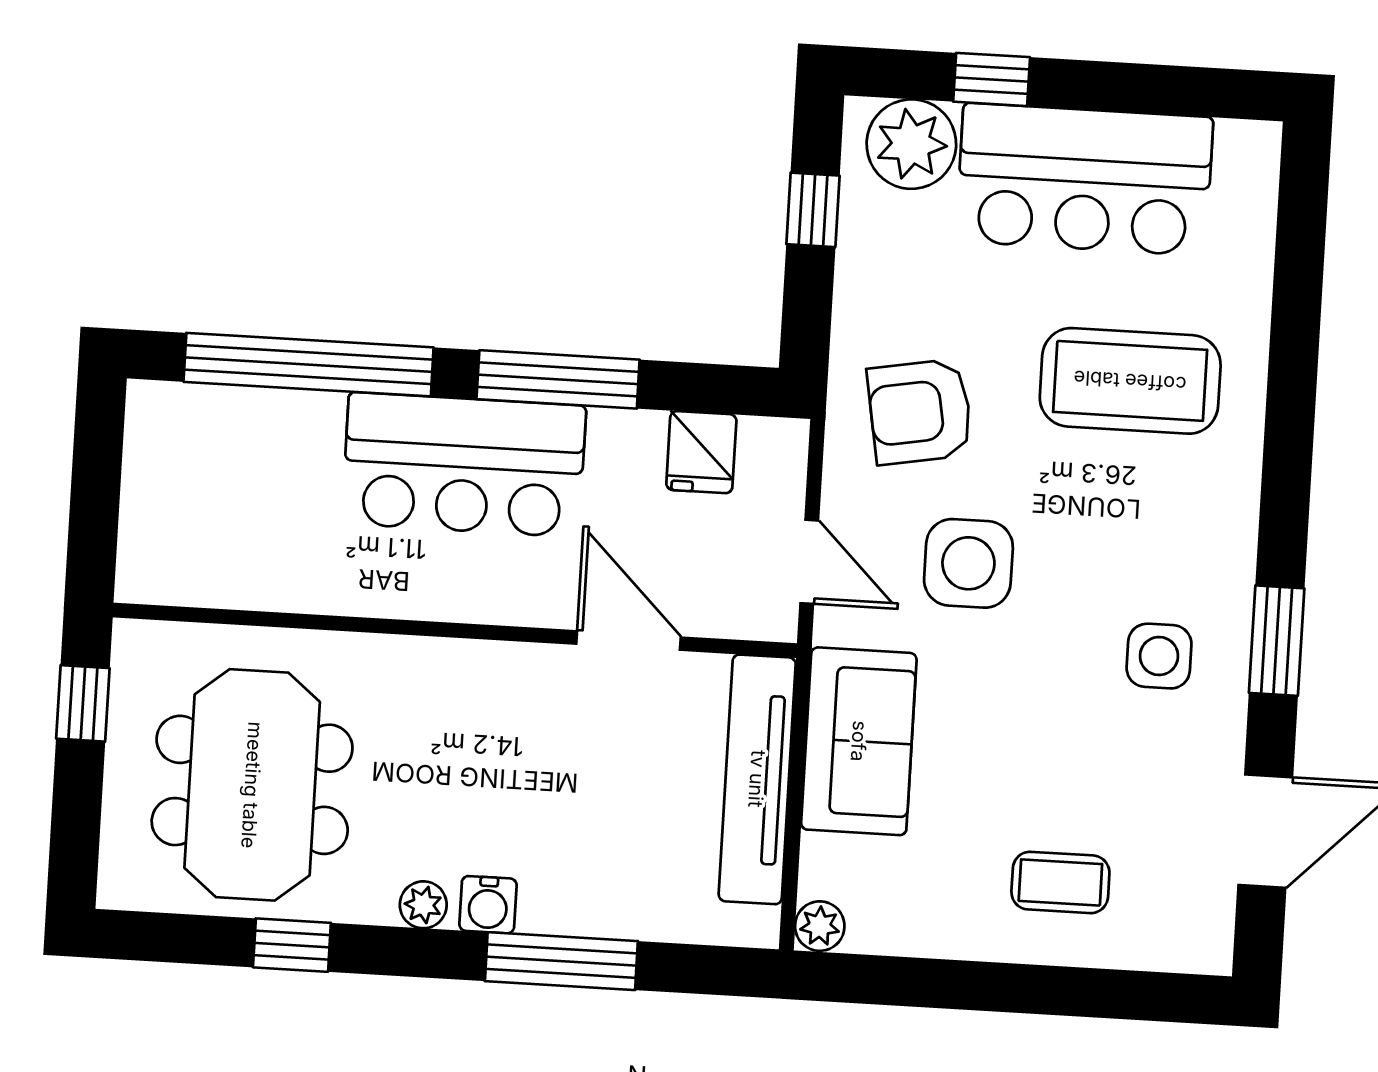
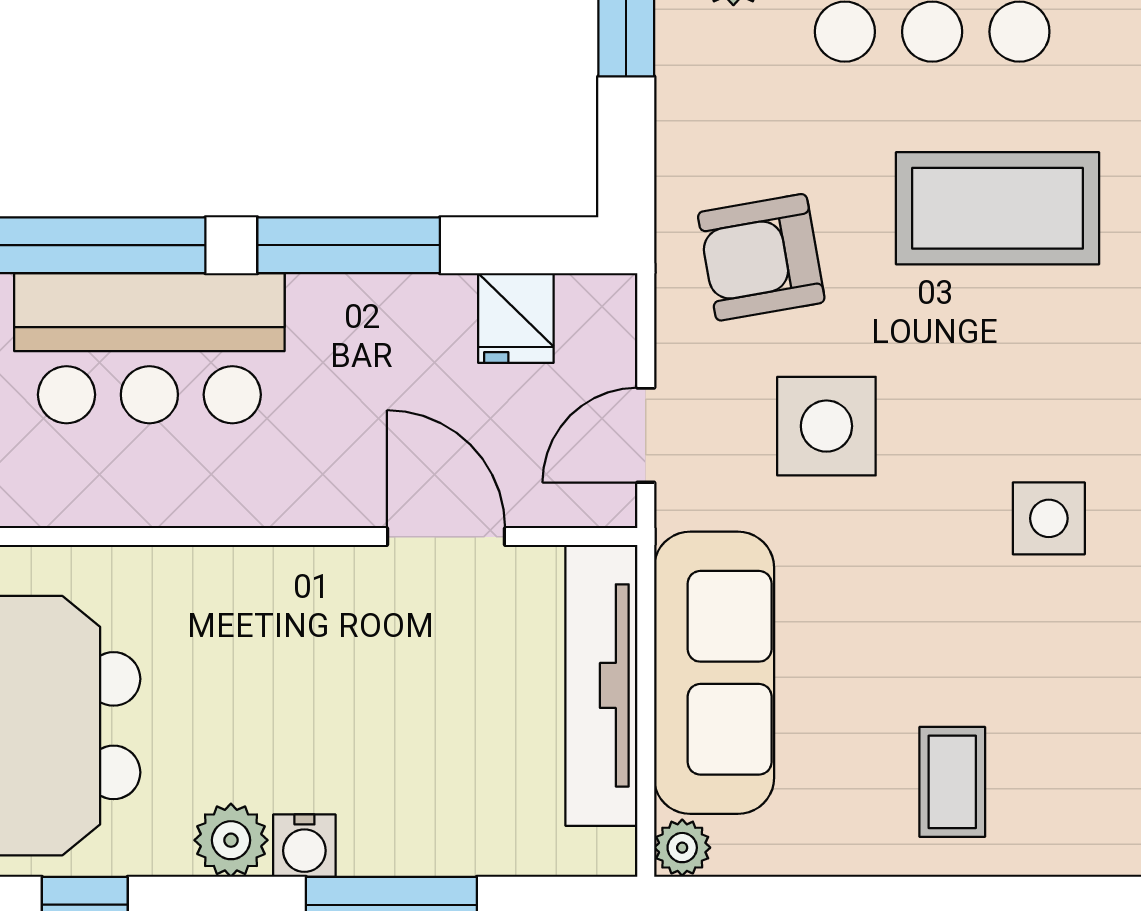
bar counter: (464, 465) -> (149, 348), moved
door: (809, 562) -> (646, 435), swing flipped
sofa: (859, 741) -> (714, 673), width x1.36
coffee table: (1060, 882) -> (952, 782), turned 90
plant: (423, 905) -> (231, 840), width x1.38, depth x1.38

